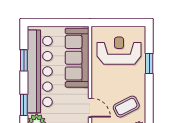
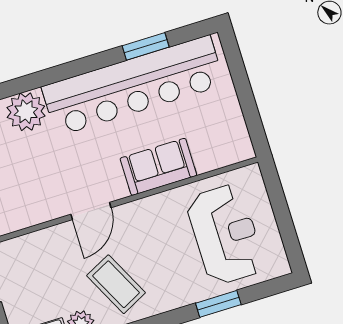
sofa: (77, 58) -> (158, 167), width x0.54, depth x0.79
window: (24, 105) -> (55, 74), removed

